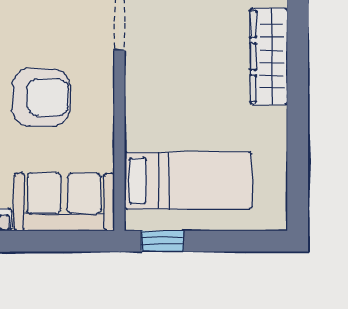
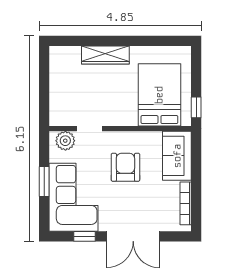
bed: (188, 181) -> (159, 95), width x1.50

